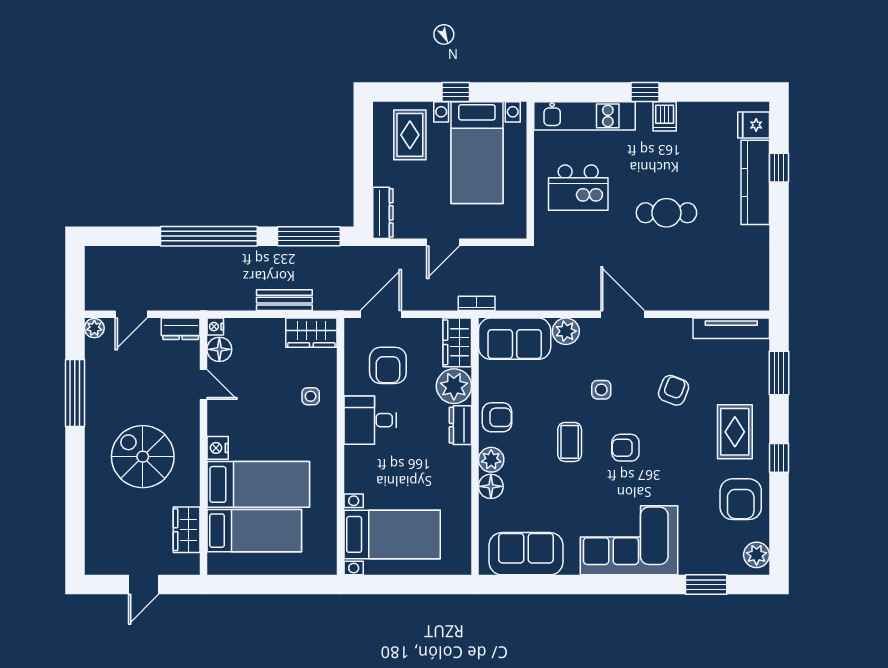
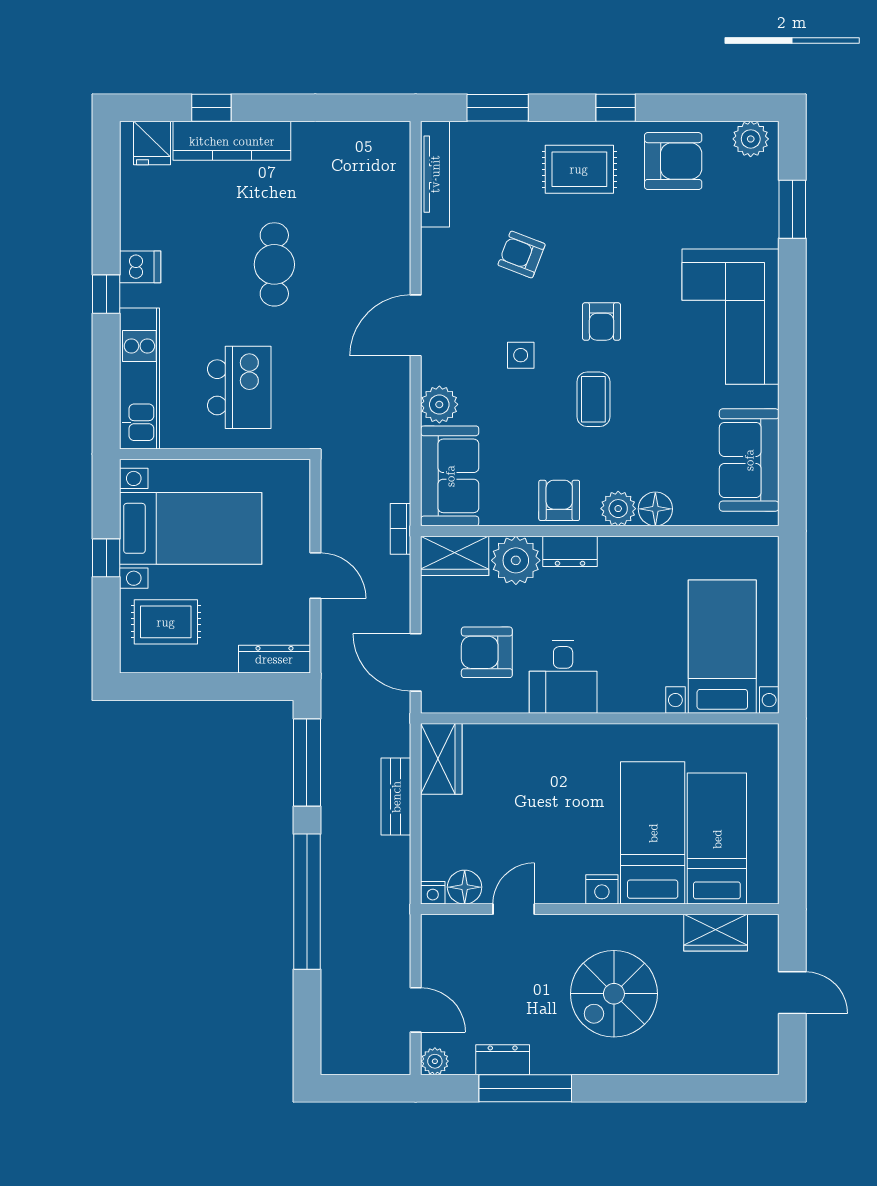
dresser: (181, 329) -> (503, 1060), moved, turned -90
armchair: (388, 365) -> (487, 652), turned 180
side table: (311, 396) -> (530, 760), removed
coffee table: (570, 442) -> (593, 399), turned 90

